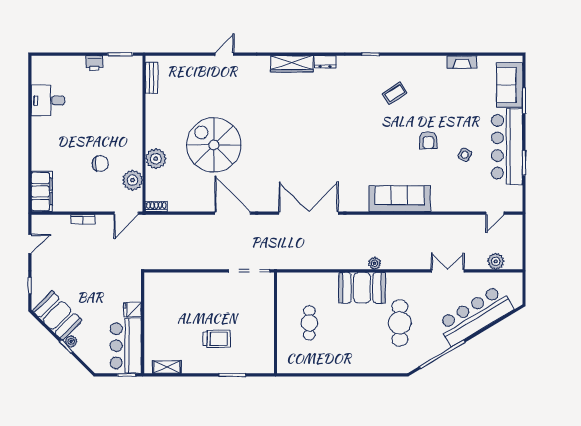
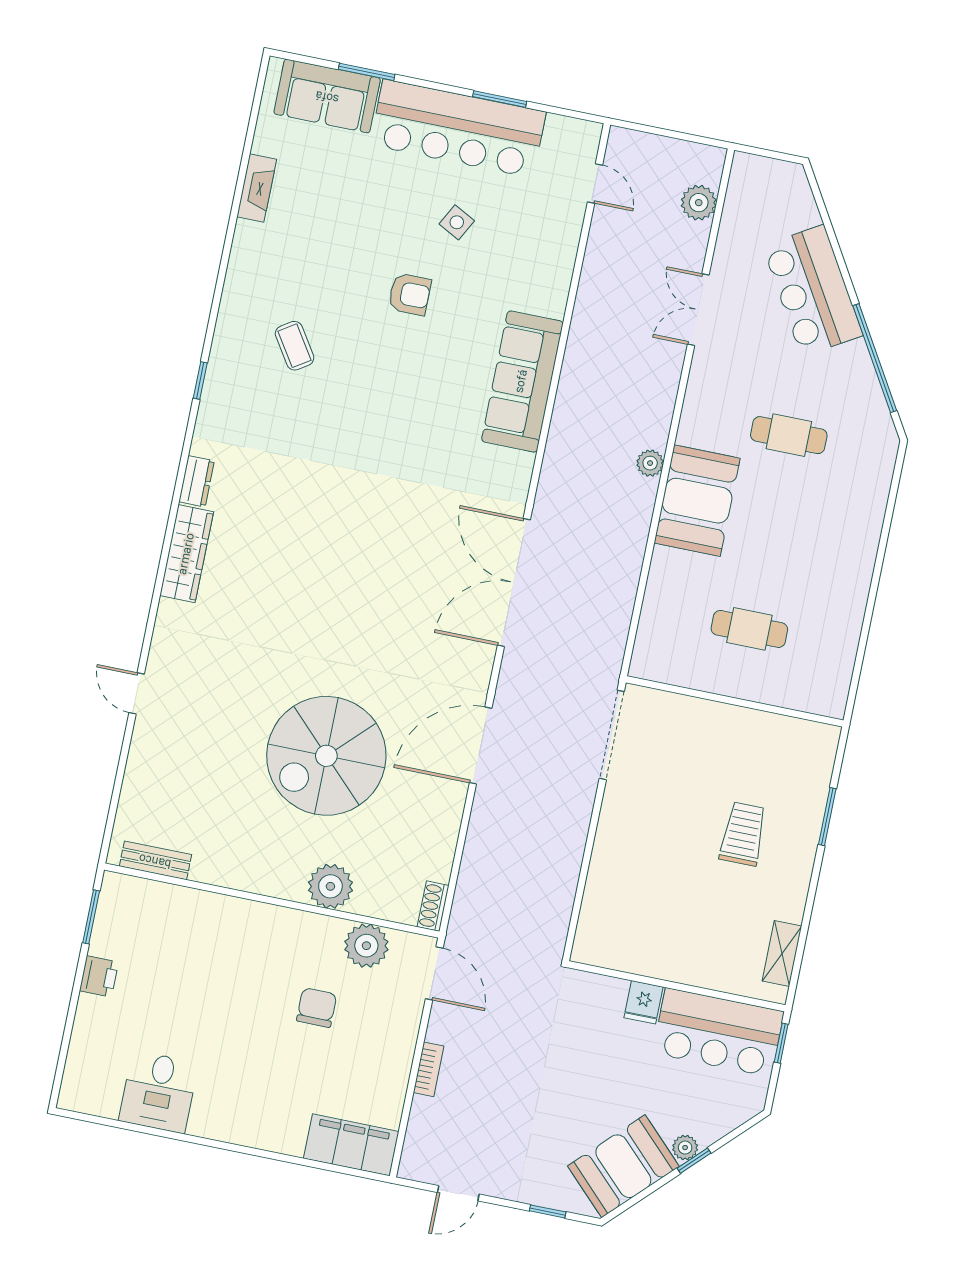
door: (30, 244) -> (458, 1193), swing flipped
bar counter: (475, 315) -> (813, 291), width x0.73
cafe table: (400, 323) -> (789, 435), width x0.73, depth x0.74

